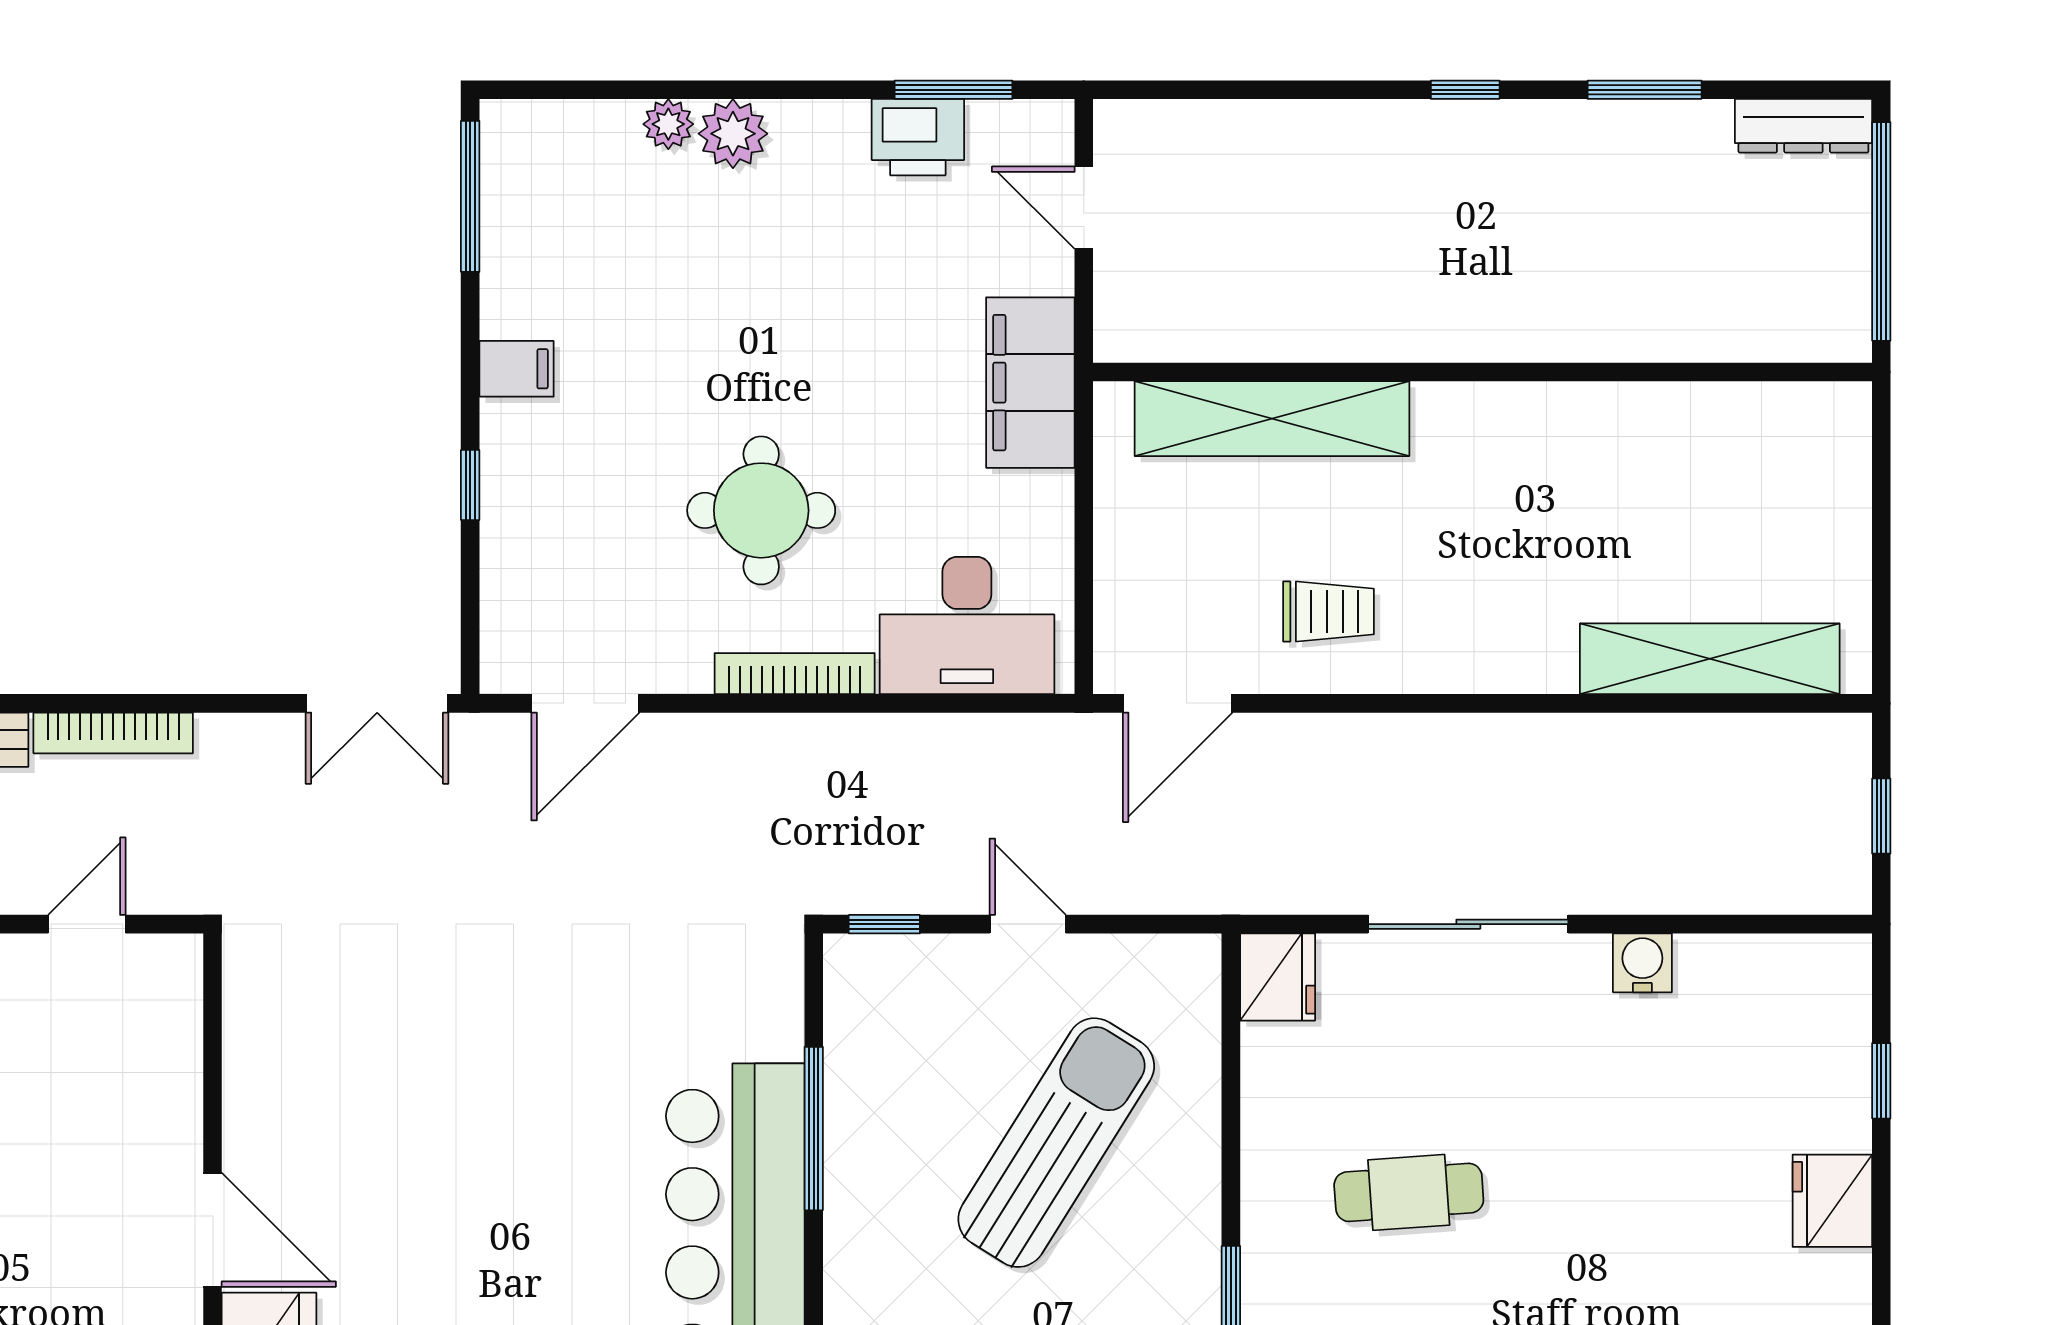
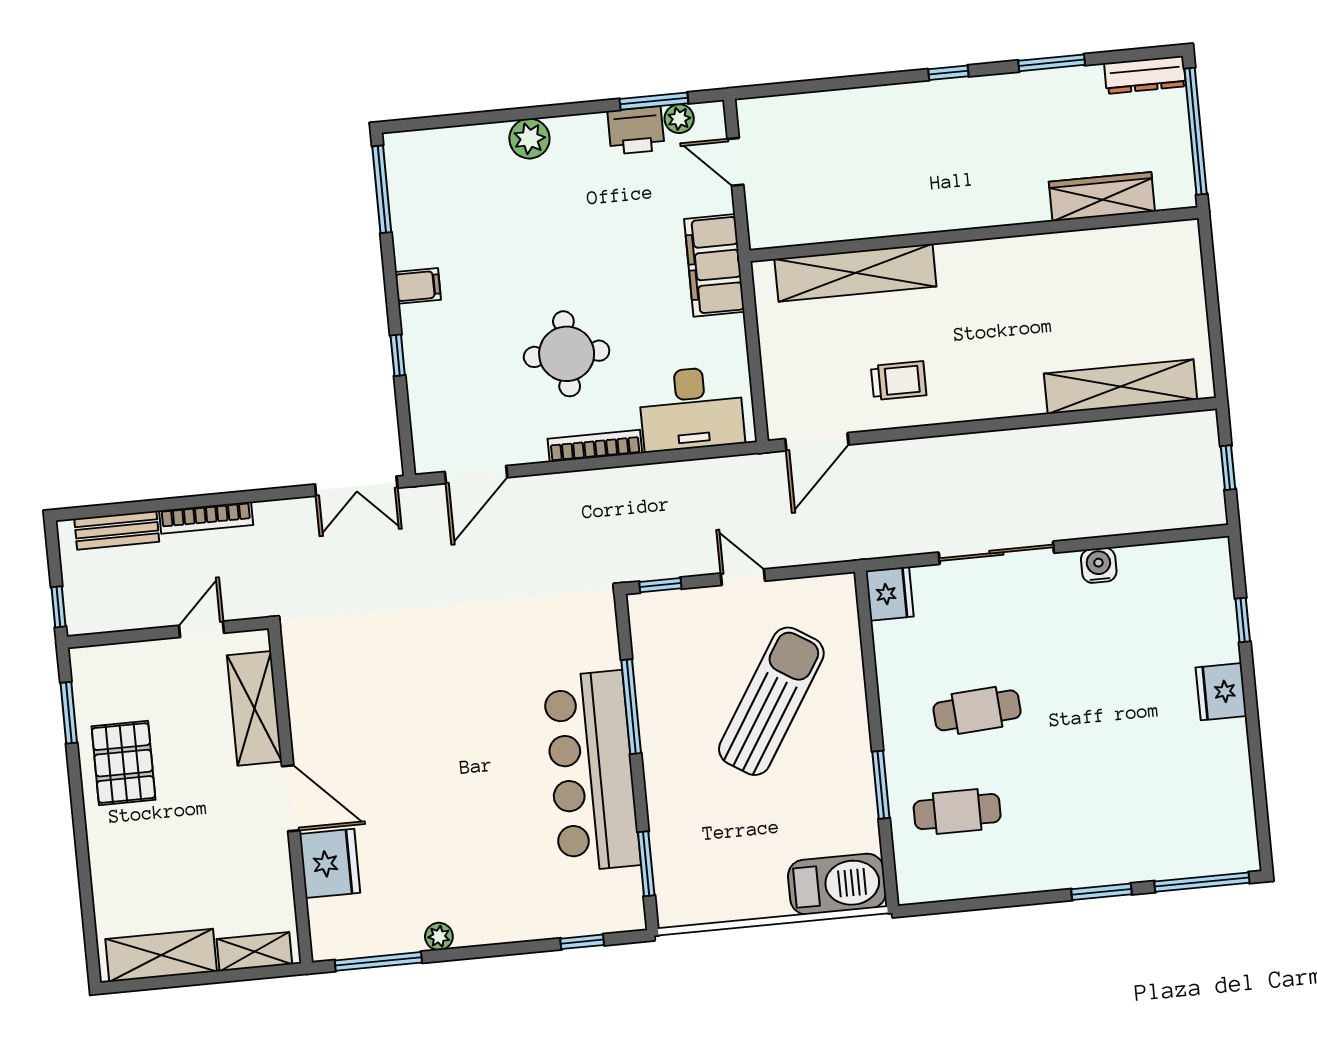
plant: (668, 124) -> (679, 119), moved
wardrobe: (1709, 328) -> (1102, 197), added
shelving: (165, 1069) -> (254, 708), added

